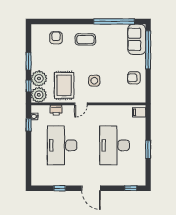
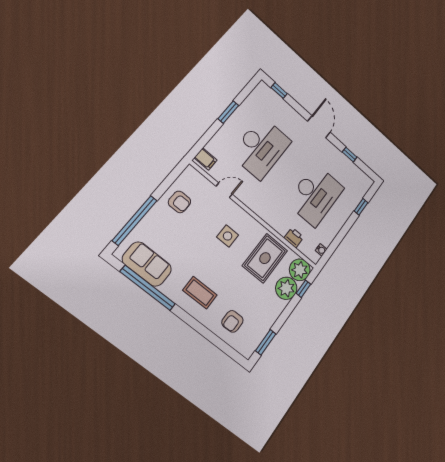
sofa: (137, 39) -> (147, 264), moved, turned -90
window: (29, 61) -> (266, 342), moved
door: (81, 104) -> (224, 190), moved
window: (29, 125) -> (361, 207), moved

